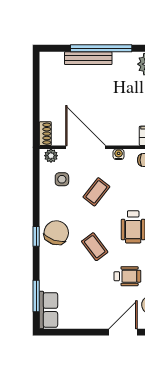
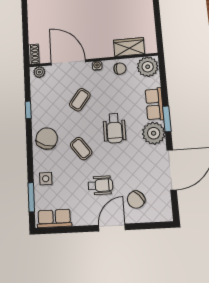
side table: (62, 179) -> (46, 179), moved
window: (36, 236) -> (28, 110), moved
wheelchair: (127, 276) -> (100, 185), moved
row of seats: (48, 310) -> (54, 218), moved, turned -90

